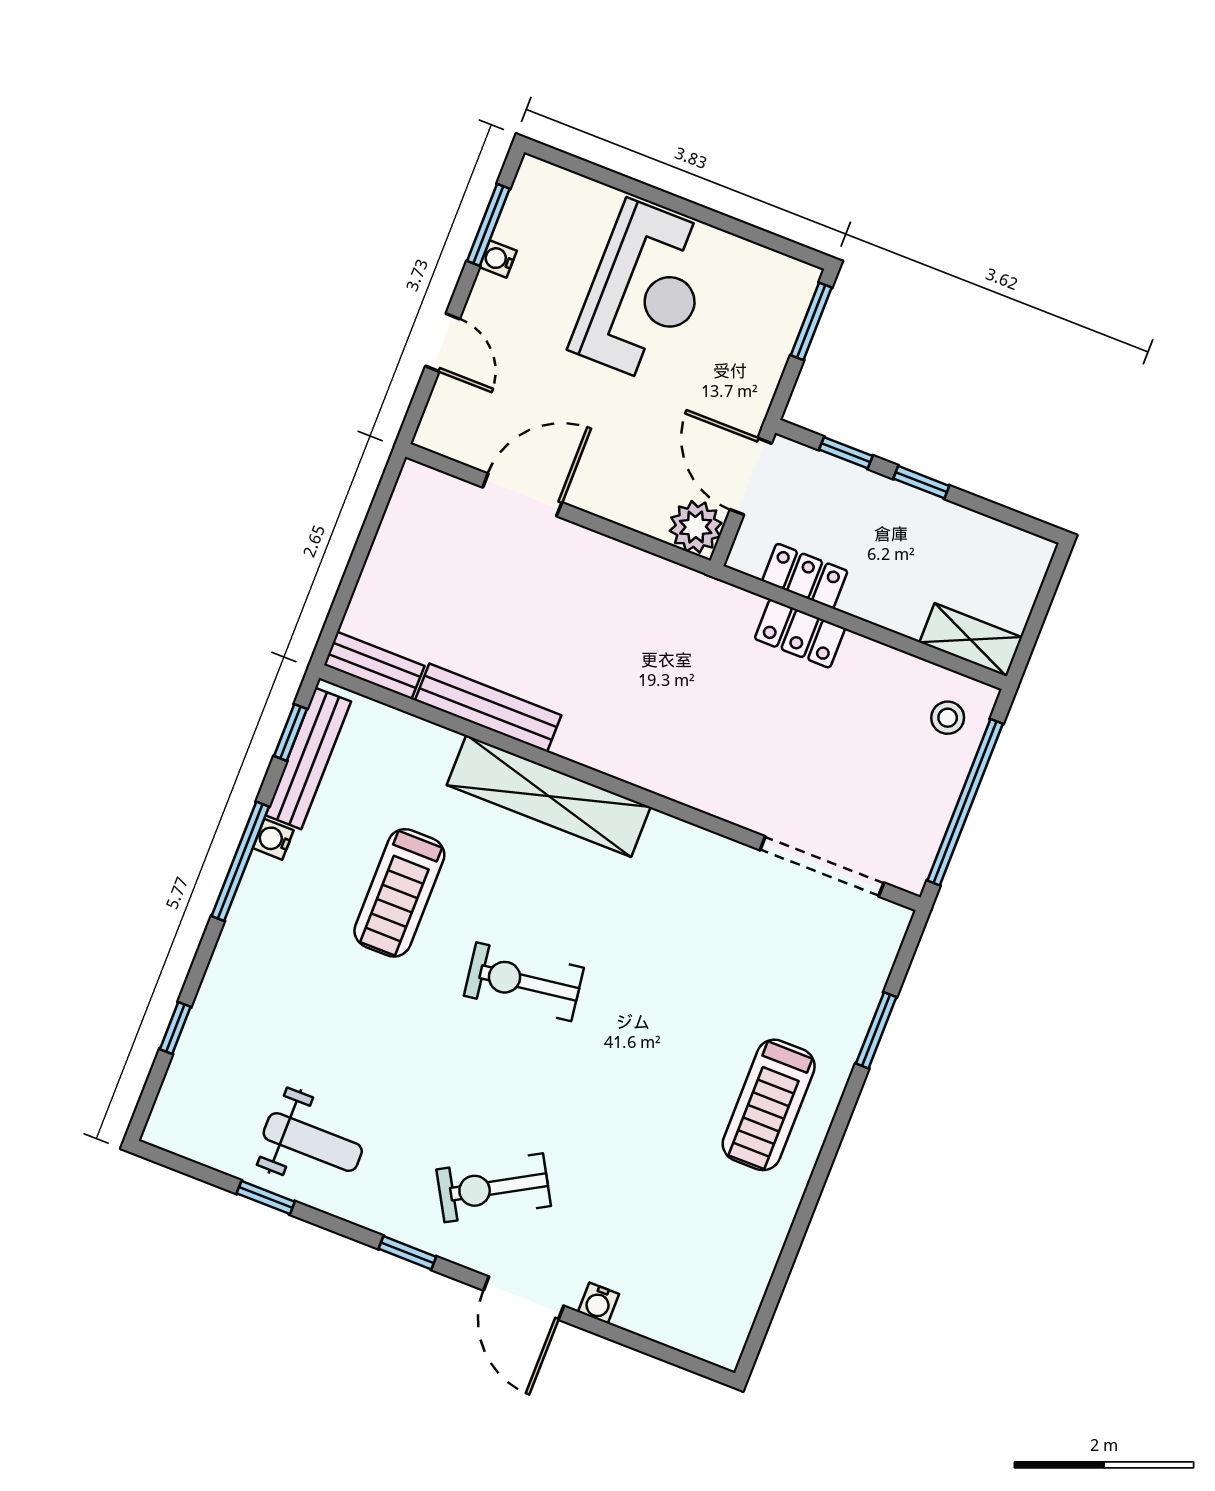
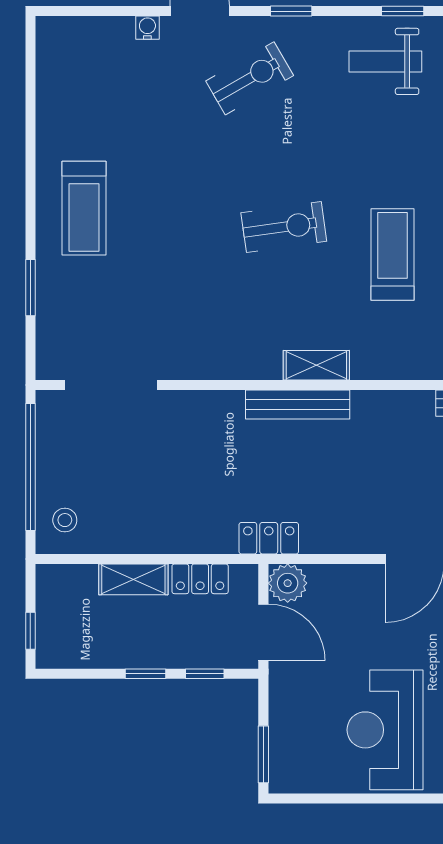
window: (1046, 594) -> (30, 631), added
locker: (800, 633) -> (269, 538), moved
shelving: (971, 640) -> (133, 579), moved
bench: (488, 708) -> (298, 405), moved
shelving: (549, 796) -> (316, 365), width x0.45, depth x0.75
treadmill: (769, 1105) -> (84, 208), turned 180

